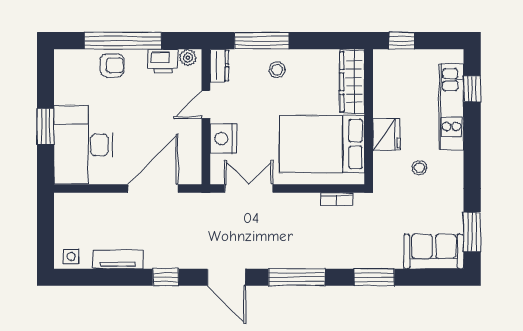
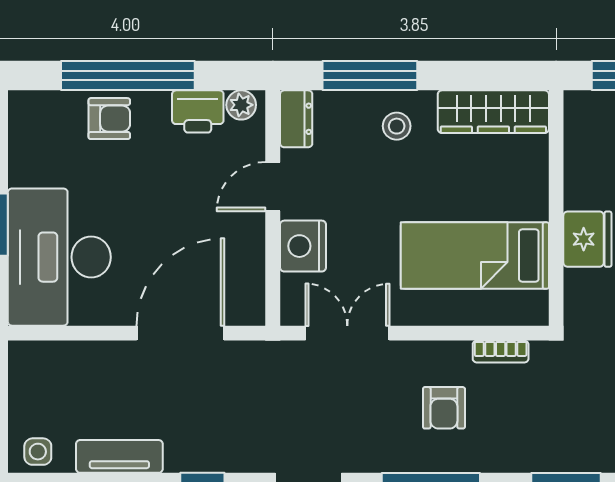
wardrobe: (352, 82) -> (493, 112), moved, turned -90
bed: (322, 144) -> (475, 256), width x0.67
armchair: (304, 231) -> (444, 408), added

